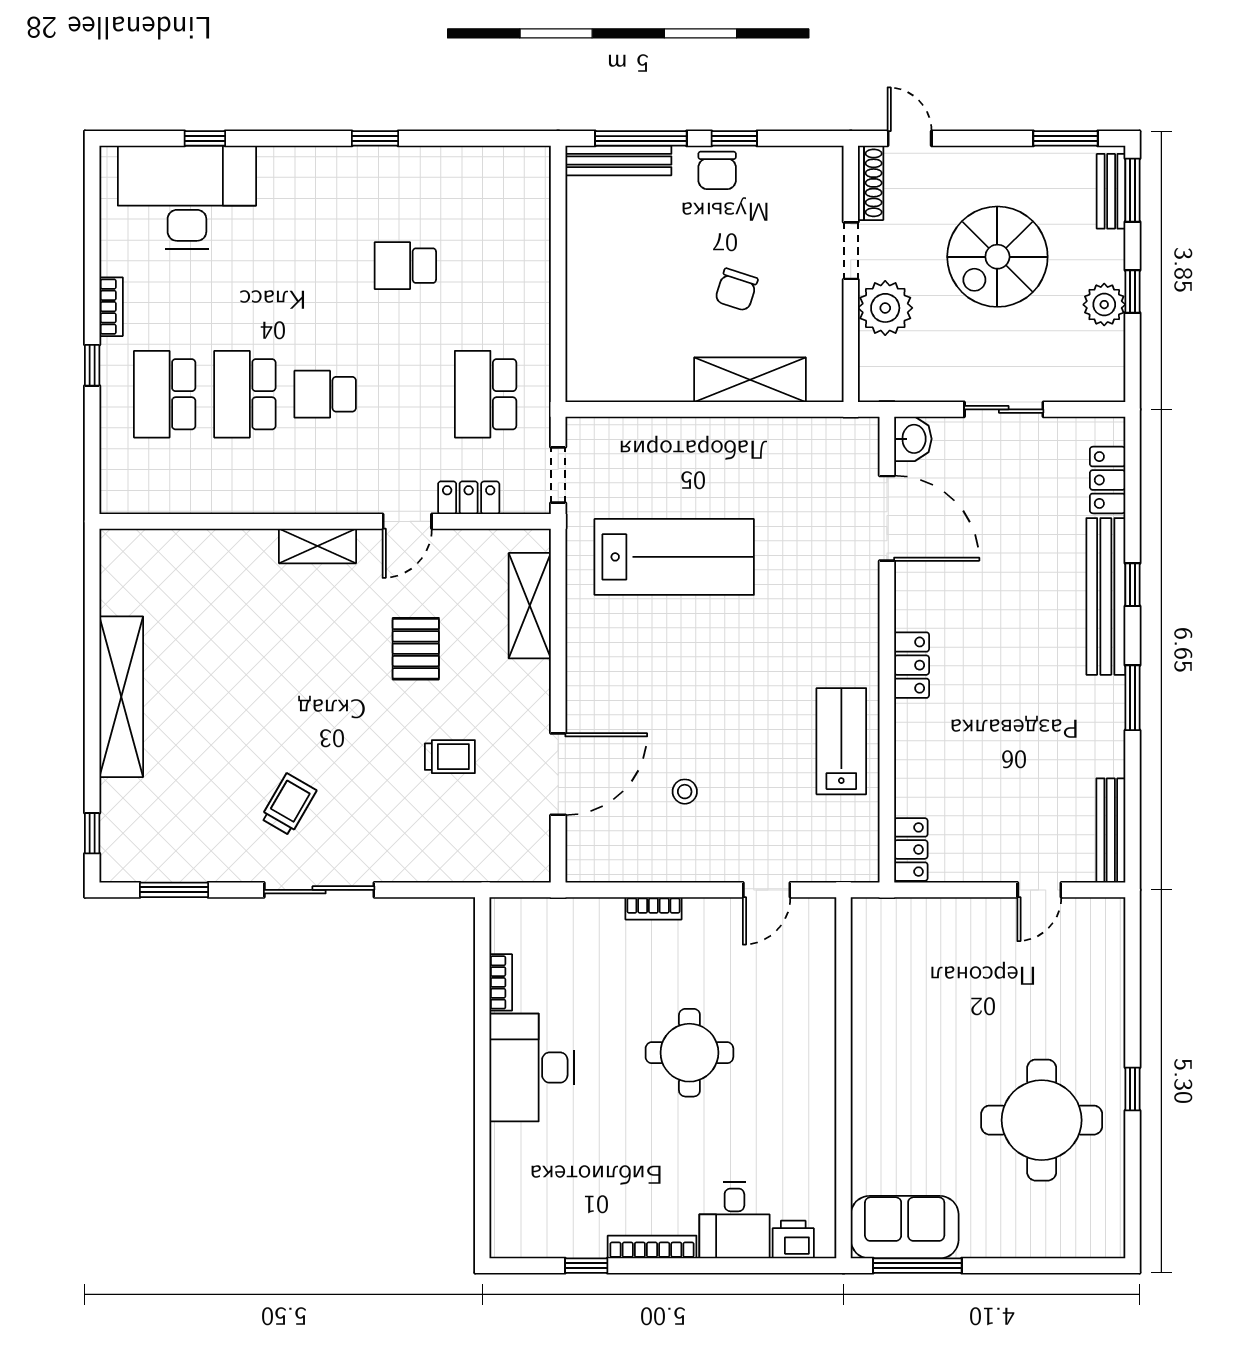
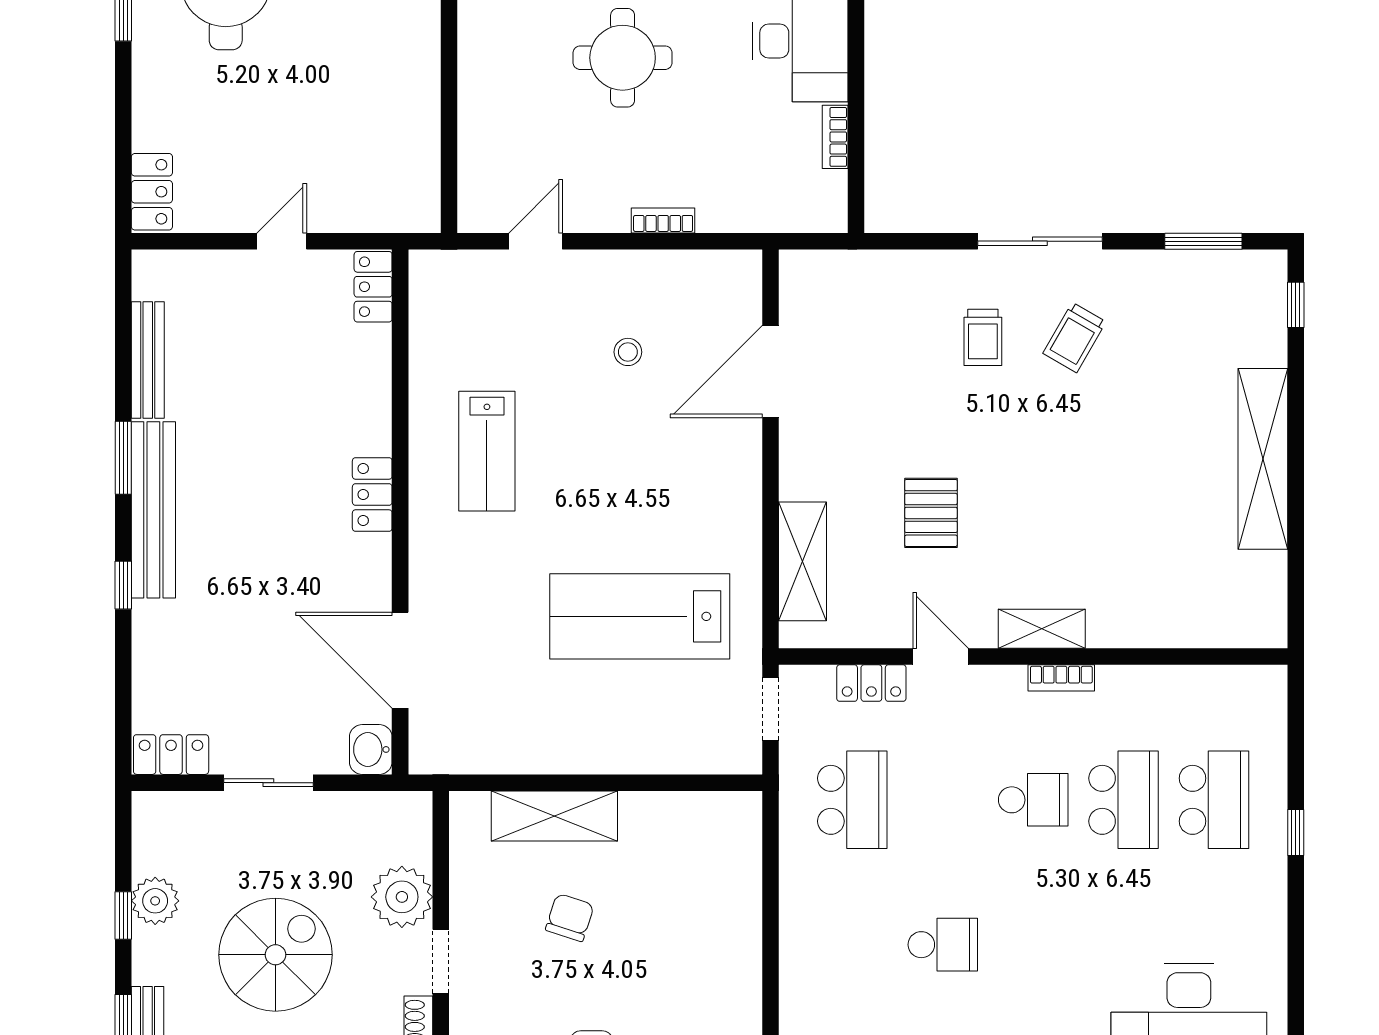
bookcase: (111, 307) -> (1061, 678), moved, turned -90
locker: (1108, 480) -> (171, 755), moved, turned -90
door: (407, 521) -> (941, 656), hinge flipped
bench: (1106, 596) -> (153, 510), moved
lab bench: (841, 741) -> (487, 451), moved
trolley: (450, 757) -> (983, 337), moved, turned -90
bench: (1111, 830) -> (148, 360), moved
door: (1039, 890) -> (282, 241), moved
locker: (1107, 934) -> (152, 192), added

